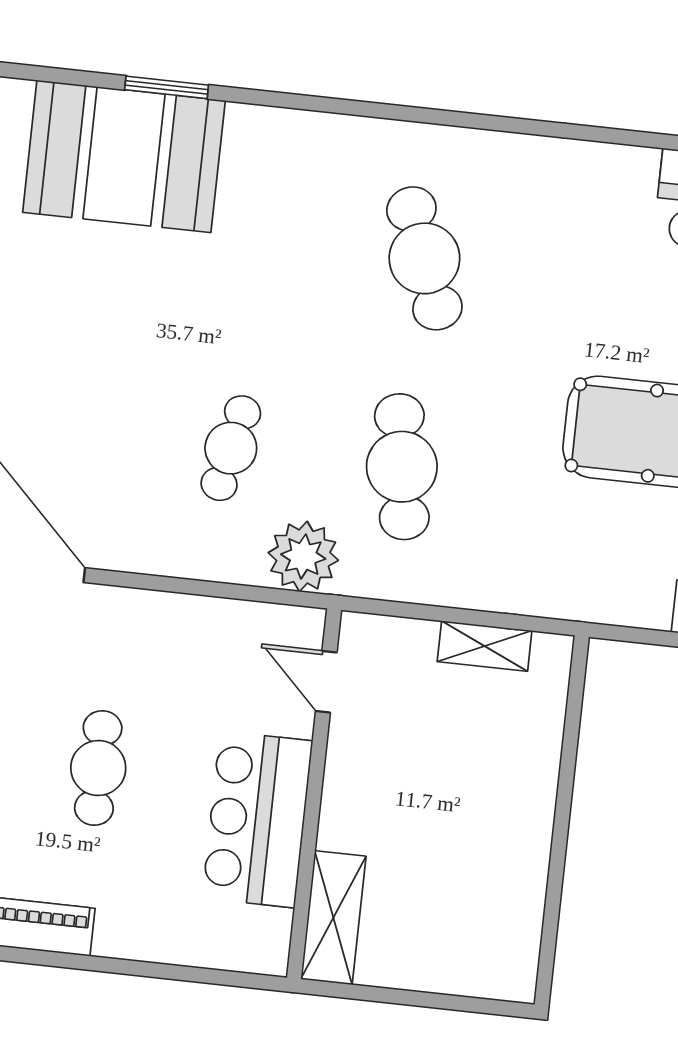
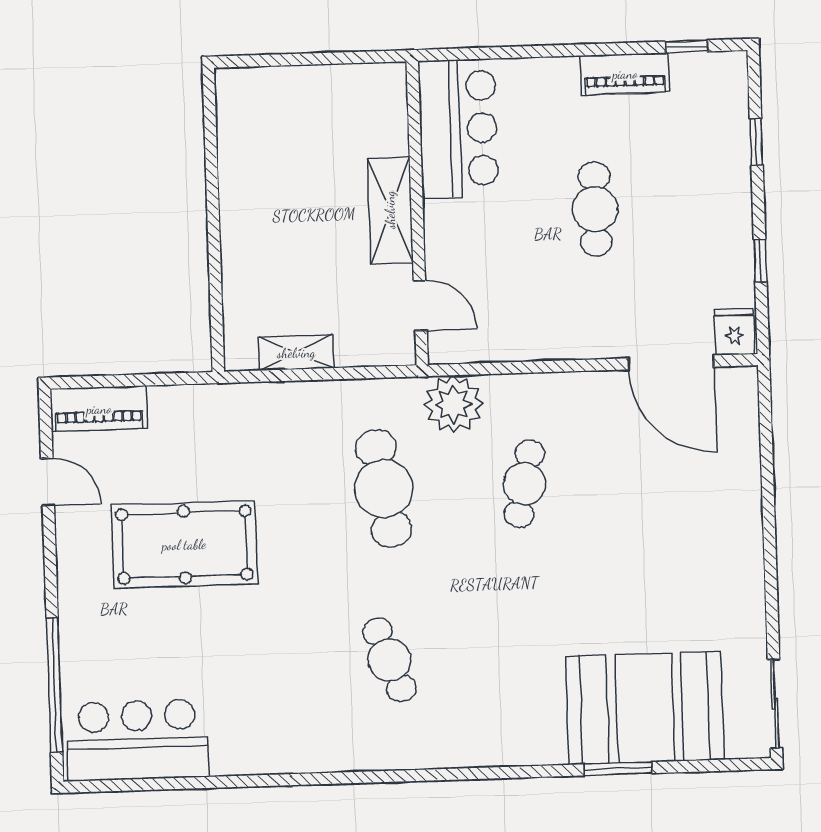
cafe table: (424, 258) -> (389, 660), width x0.73, depth x0.74
bar counter: (257, 819) -> (458, 129), moved
shelving: (333, 918) -> (390, 210), moved

